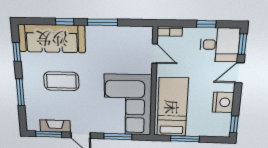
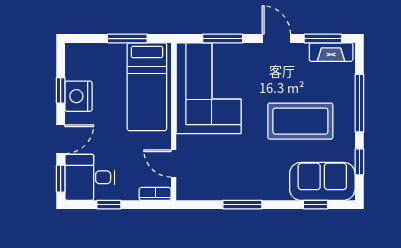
window: (65, 22) -> (315, 205), moved
sofa: (52, 39) -> (322, 181), width x0.73
coffee table: (61, 81) -> (300, 121), width x1.36, depth x1.32
window: (20, 92) -> (359, 103), width x1.44
window: (234, 124) -> (61, 90), moved
fireplace: (55, 126) -> (331, 52), moved

